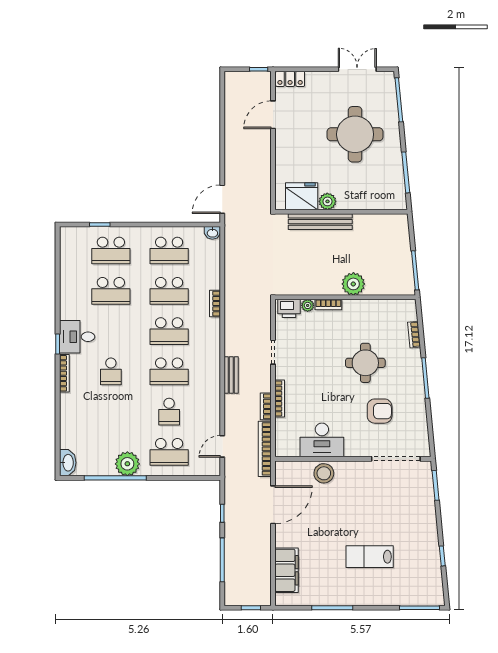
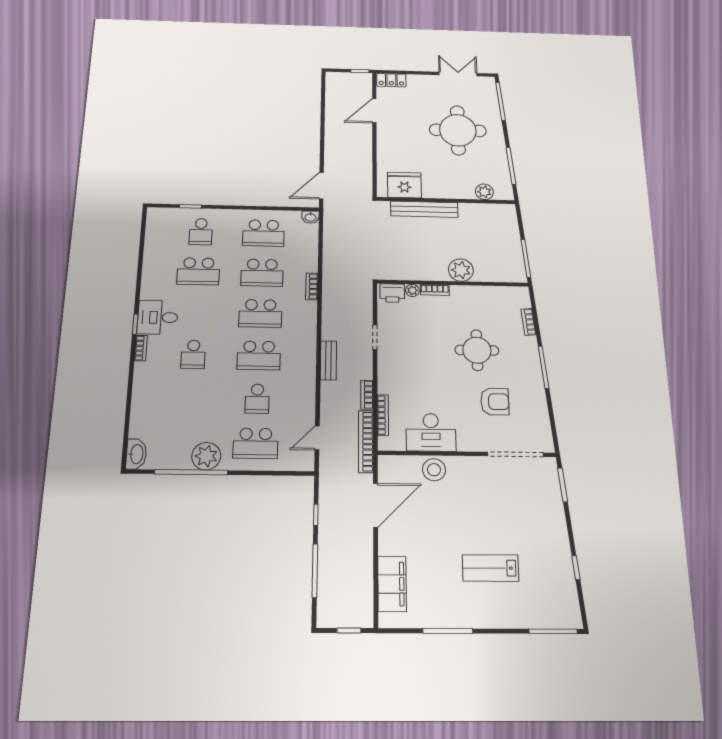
plant: (327, 201) -> (484, 192), moved
school desk: (111, 251) -> (201, 232), width x0.54
bookcase: (64, 373) -> (141, 348), width x0.64
bookcase: (280, 398) -> (383, 415), moved

